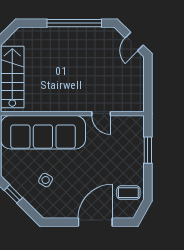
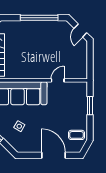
door: (101, 114) -> (58, 80), swing flipped
door: (95, 222) -> (54, 155), hinge flipped

